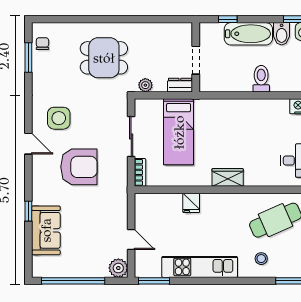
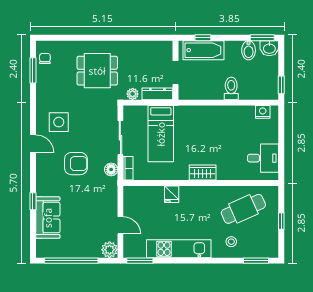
bathtub: (248, 34) -> (204, 50), moved
dresser: (180, 85) -> (157, 94), width x1.44
armchair: (79, 167) -> (76, 164), width x0.73, depth x0.73
floor lamp: (120, 174) -> (111, 169), added

